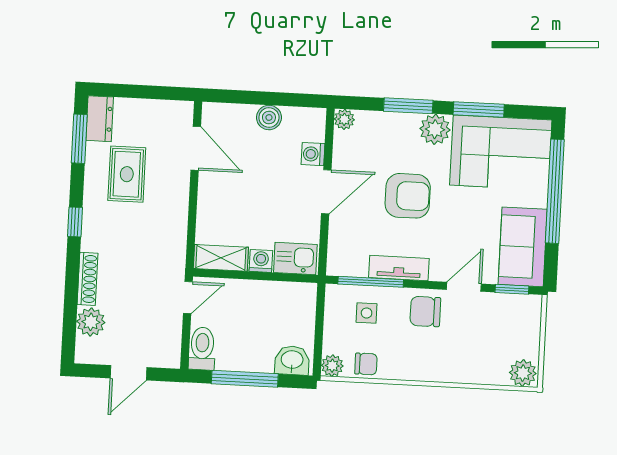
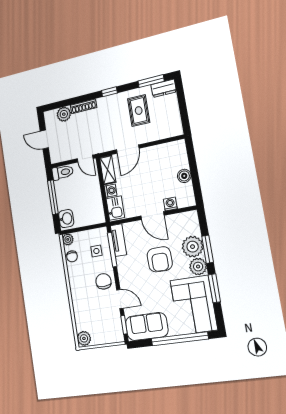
plant: (344, 119) -> (193, 247), moved, width x1.87, depth x1.87
door: (196, 148) -> (128, 149), moved
rug: (127, 174) -> (139, 111), turned 90
tv unit: (399, 268) -> (118, 240), moved

